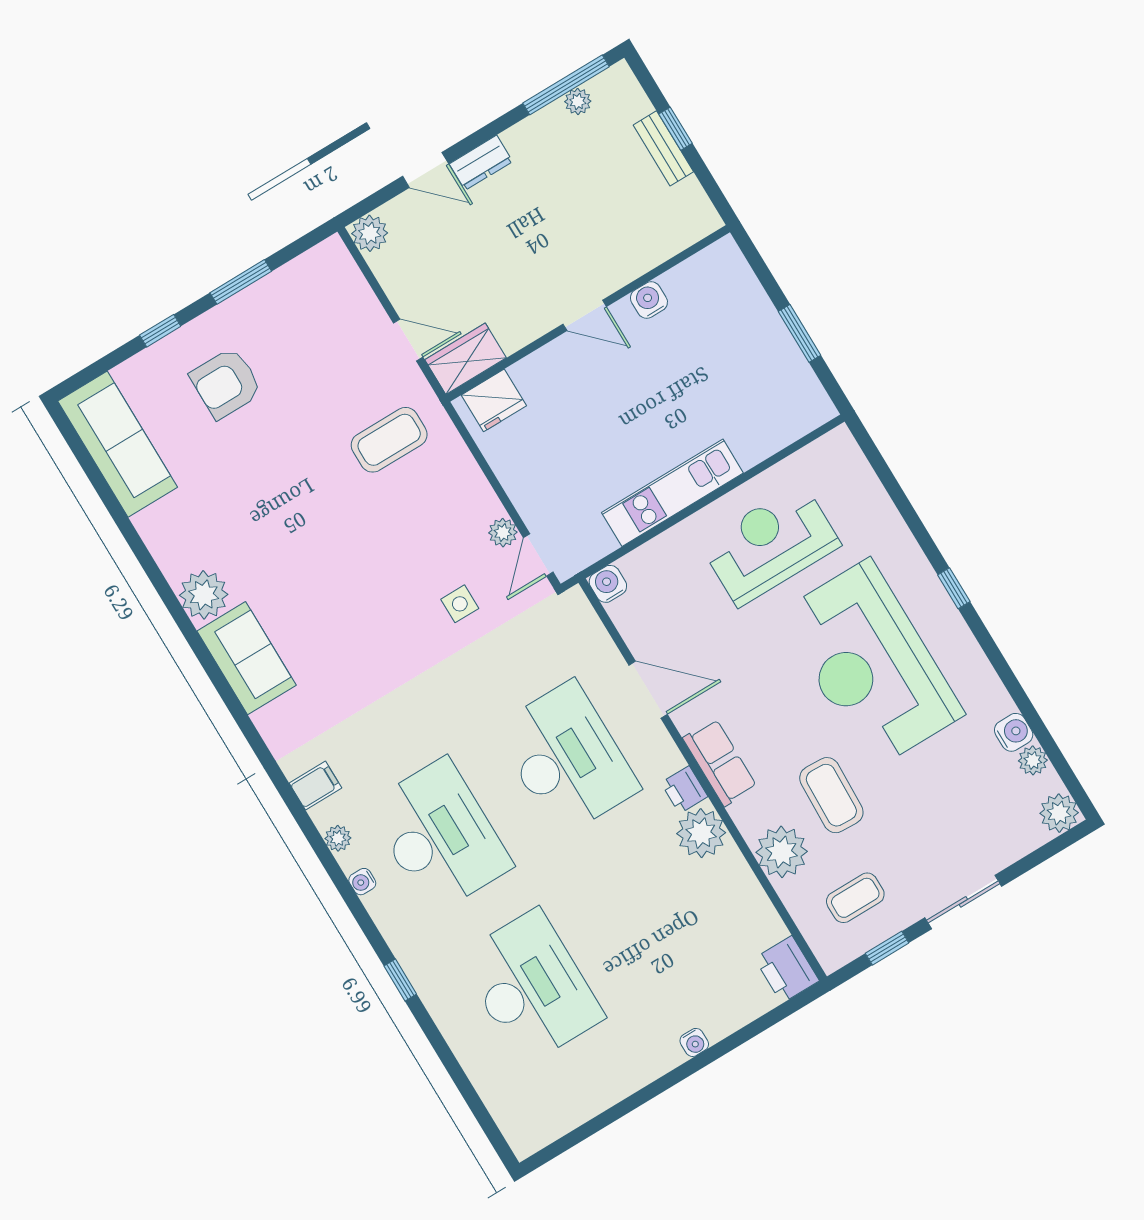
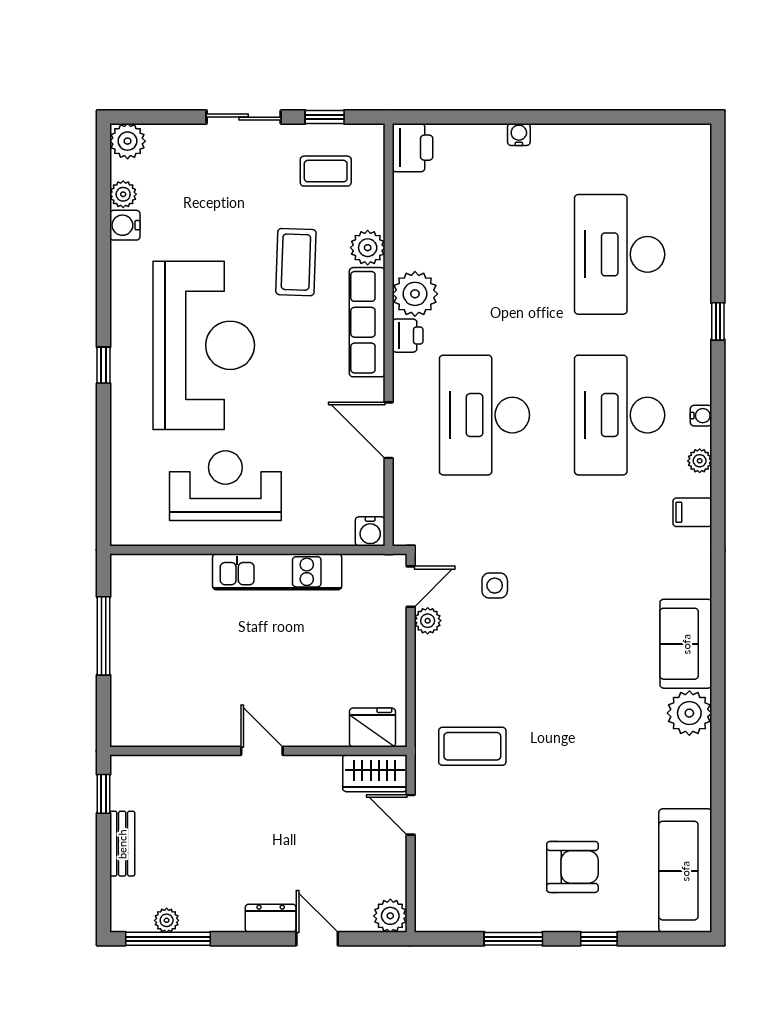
window: (676, 129) -> (103, 794), moved
water cooler: (649, 300) -> (205, 733), removed
window: (799, 333) -> (103, 636), width x1.44
reception desk: (770, 544) -> (225, 486), turned 180
row of seats: (720, 762) -> (367, 322), width x1.48
plant: (782, 852) -> (368, 248), width x0.73, depth x0.73

